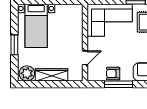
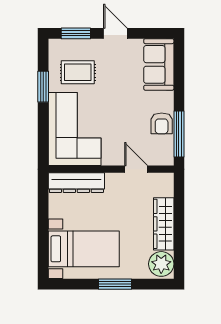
dresser: (77, 21) -> (76, 183), added
window: (119, 84) -> (179, 134), moved

